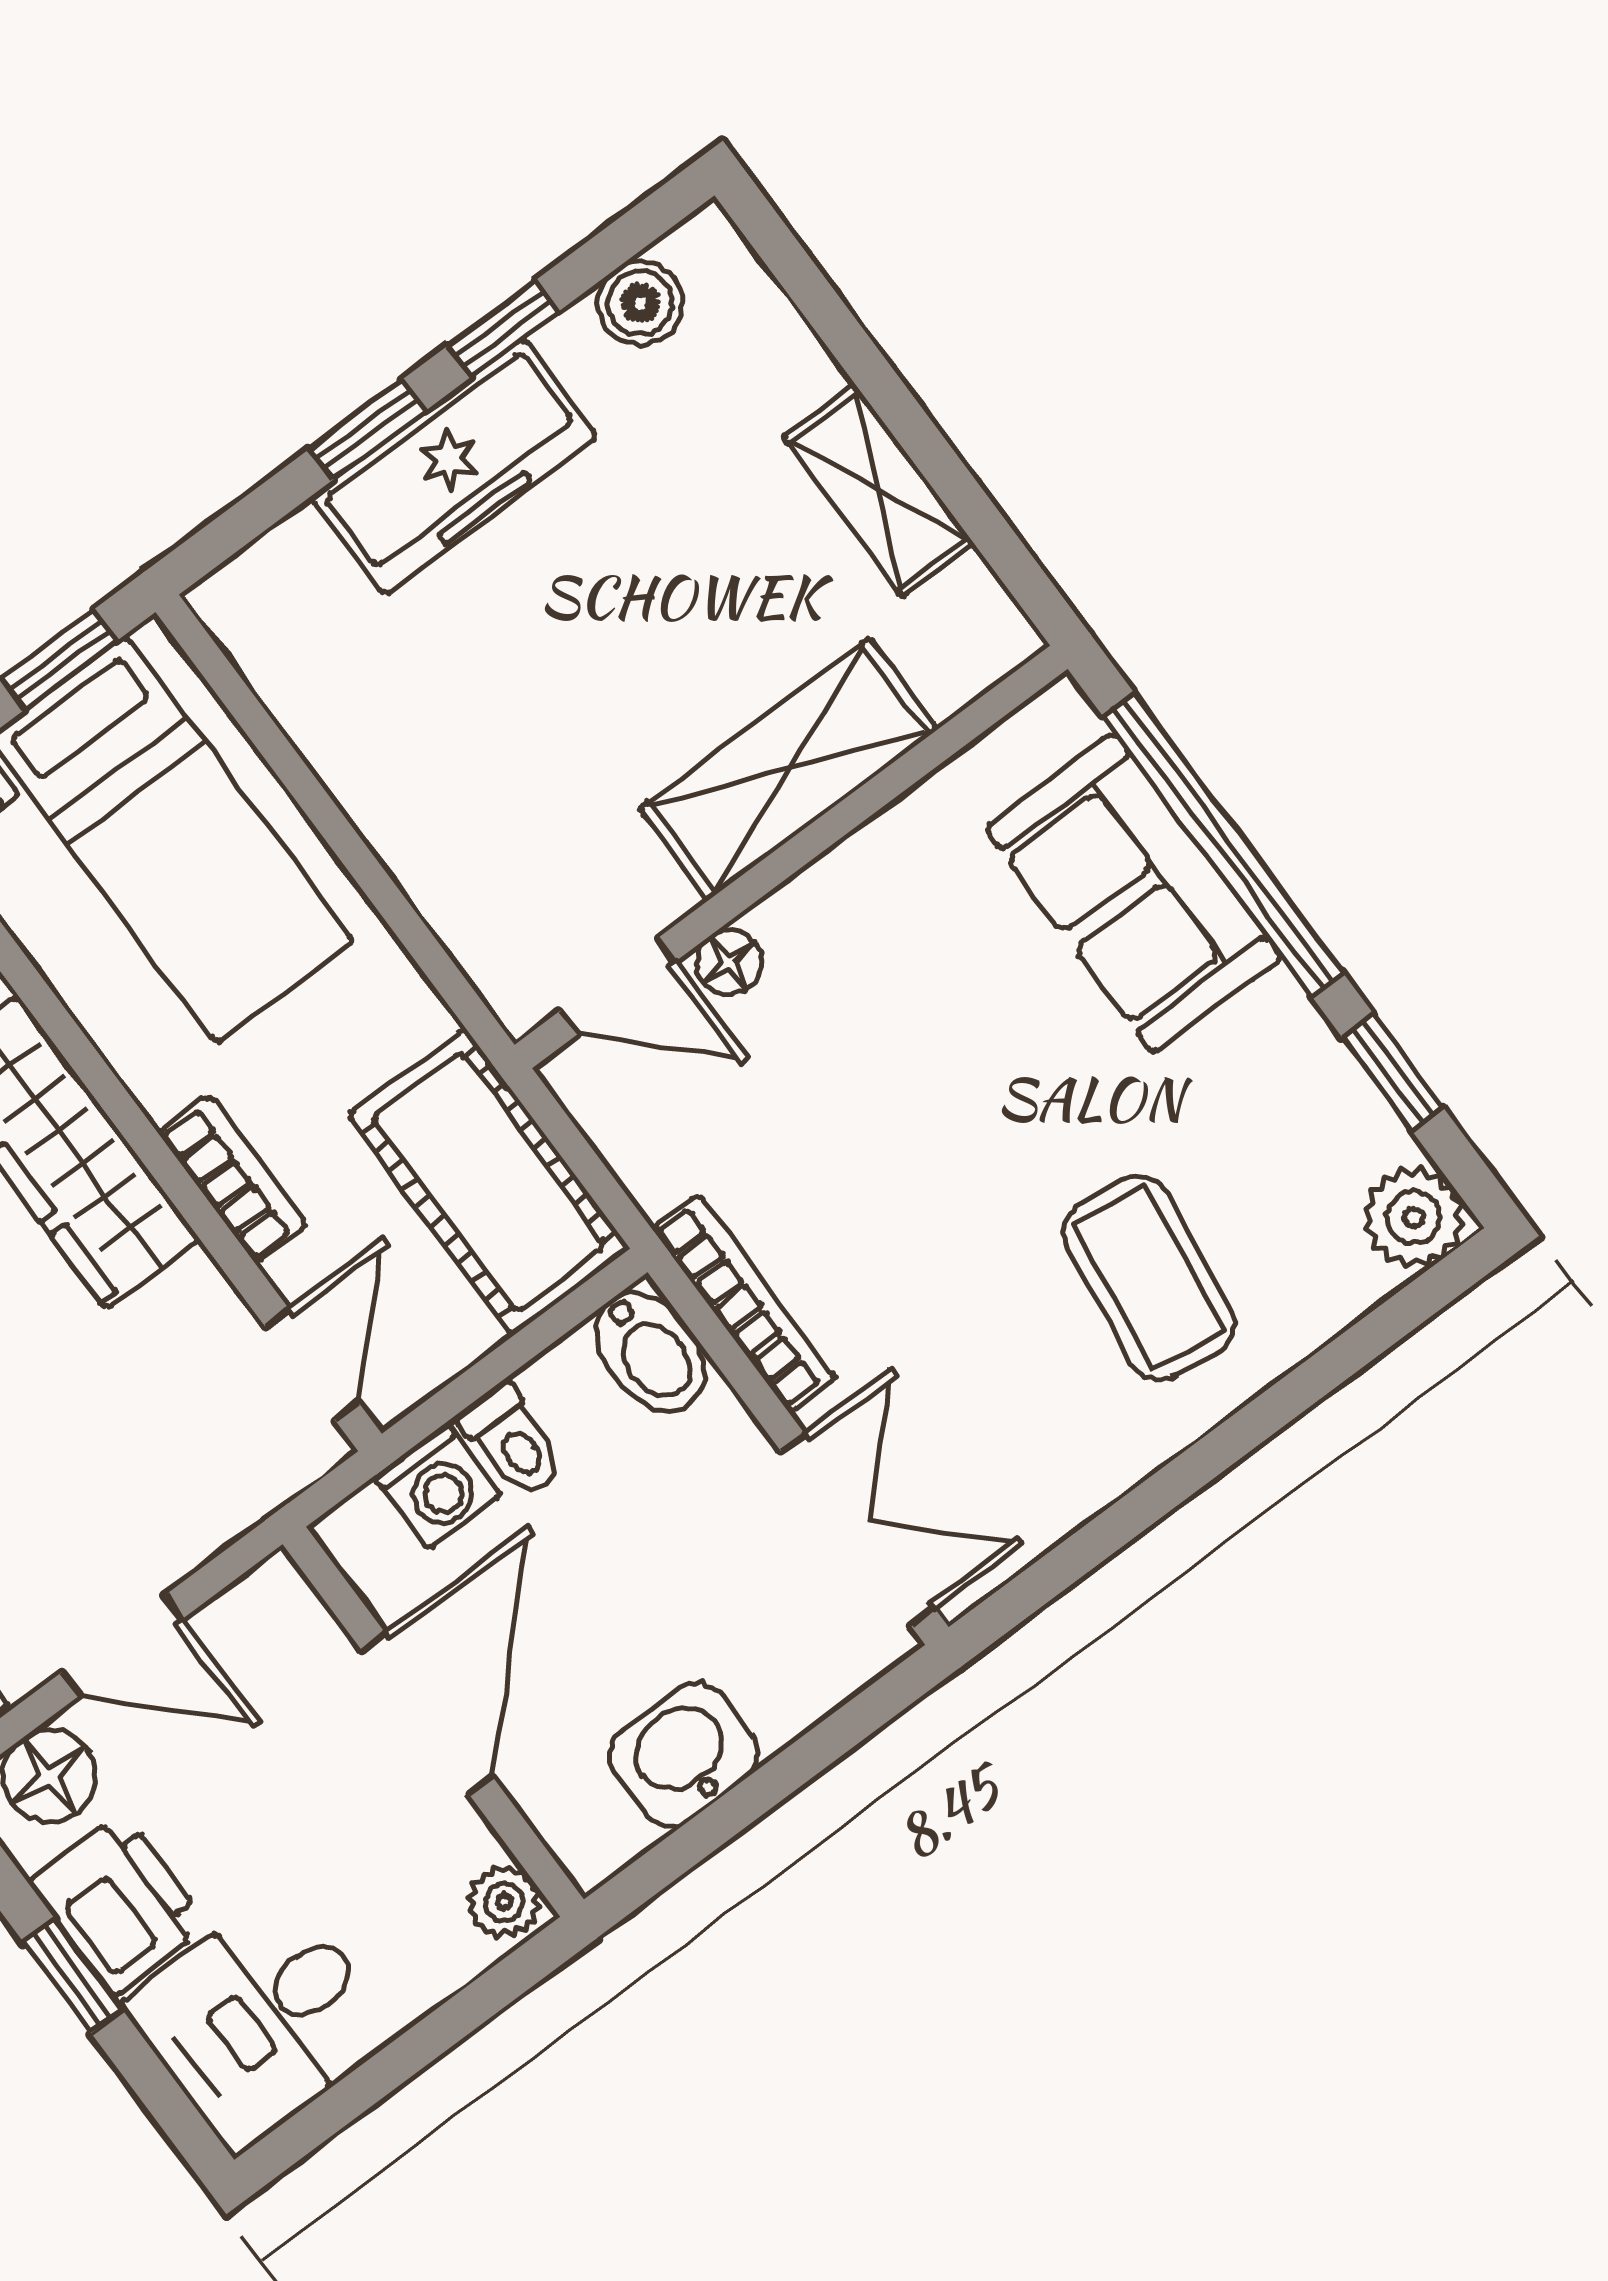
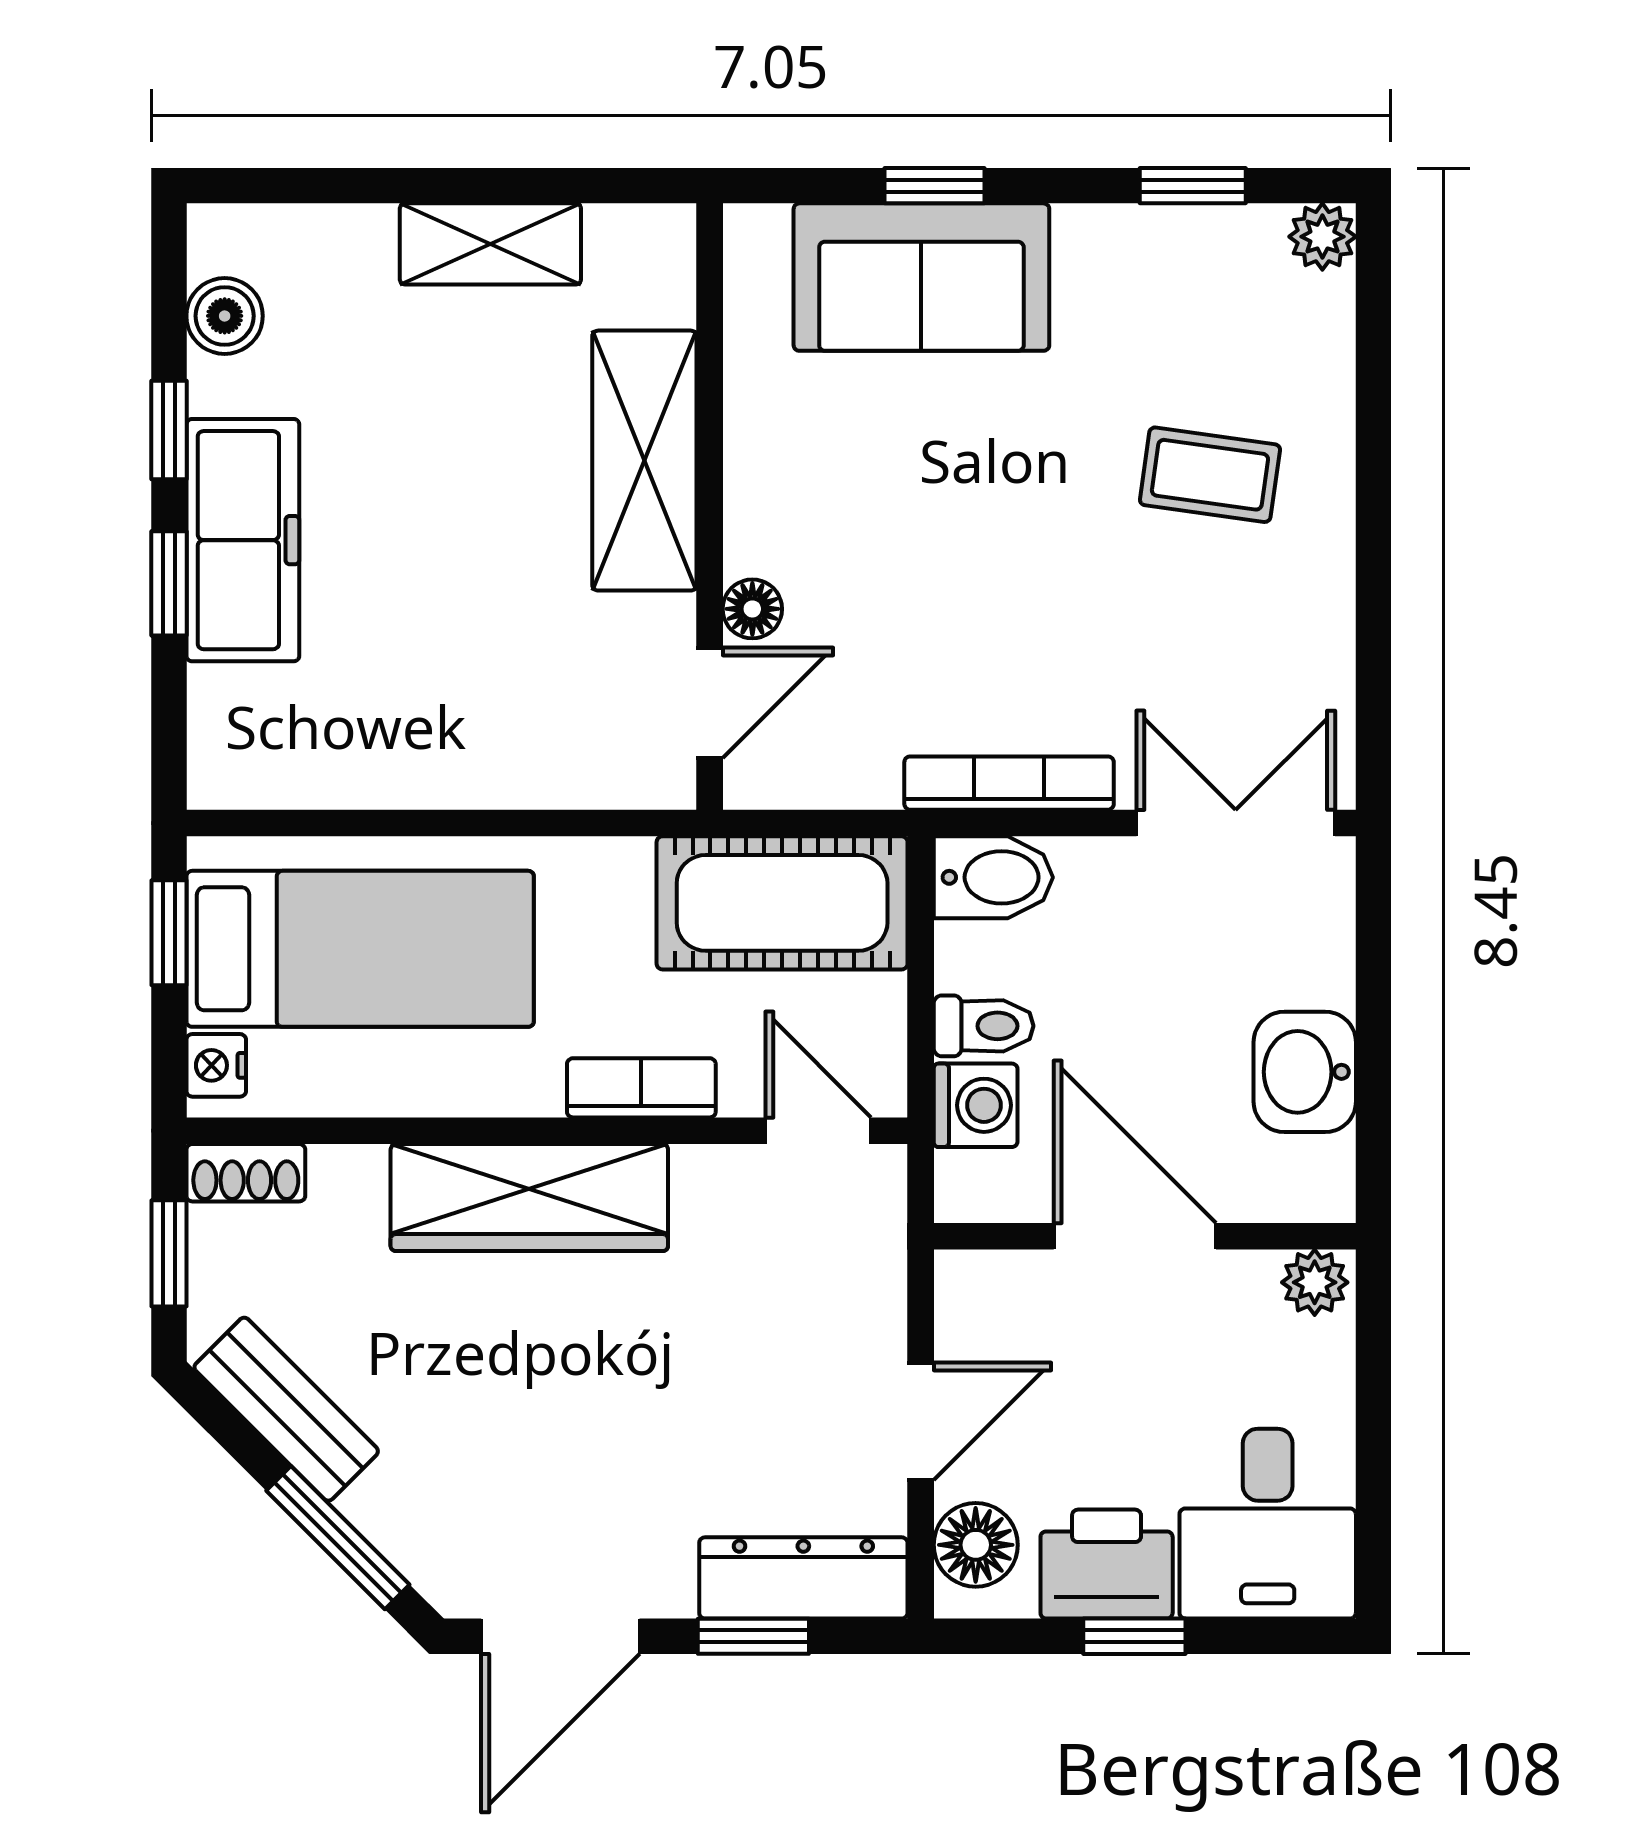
window: (1223, 844) -> (935, 186), width x0.32
plant: (1414, 1218) -> (1322, 237), width x0.73, depth x0.73
coffee table: (1149, 1278) -> (1210, 475), width x0.73, depth x0.77

